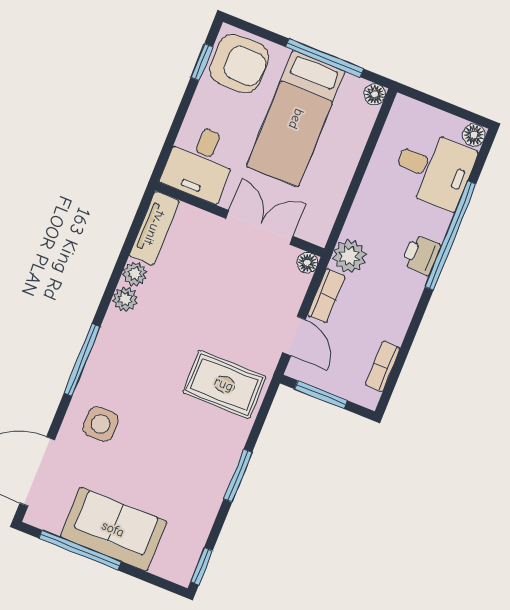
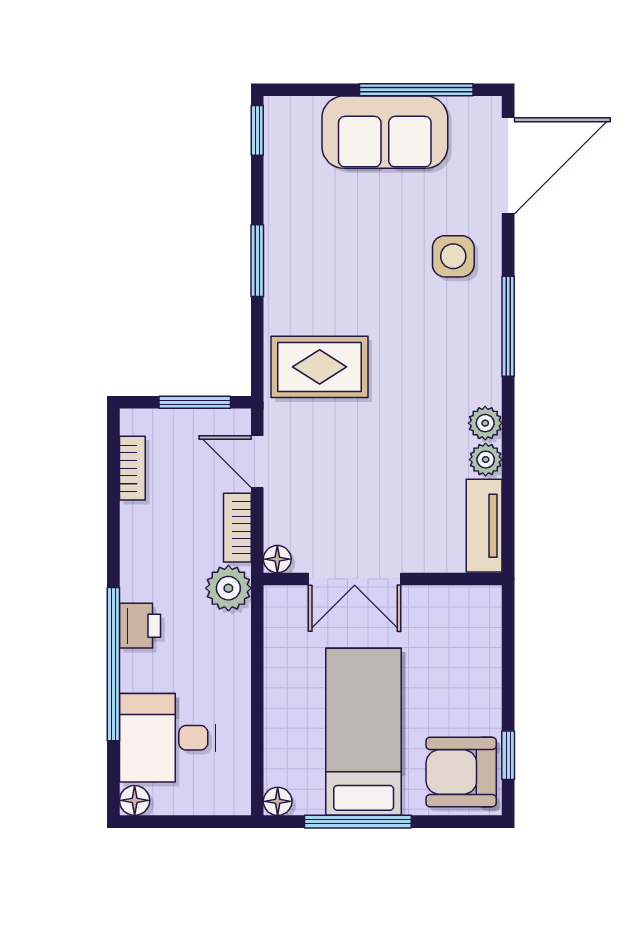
desk: (200, 162) -> (460, 630), removed

